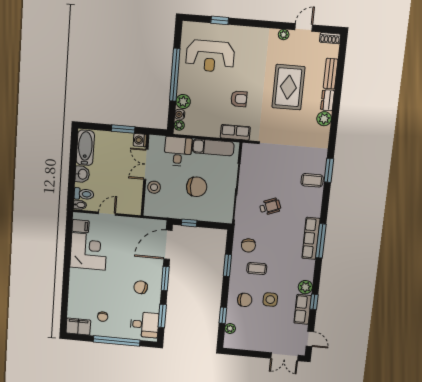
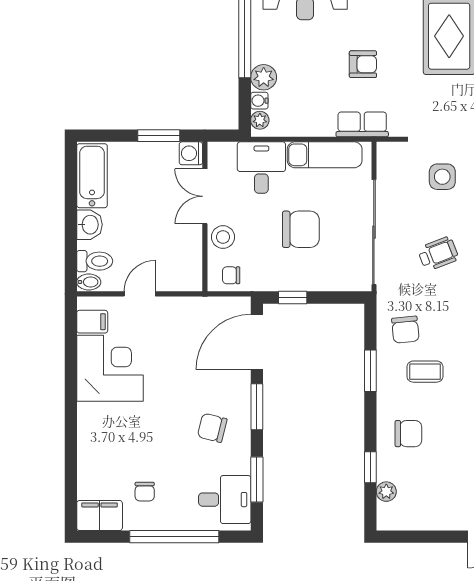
chair: (157, 208) -> (231, 275), added
side table: (270, 300) -> (442, 177), moved

